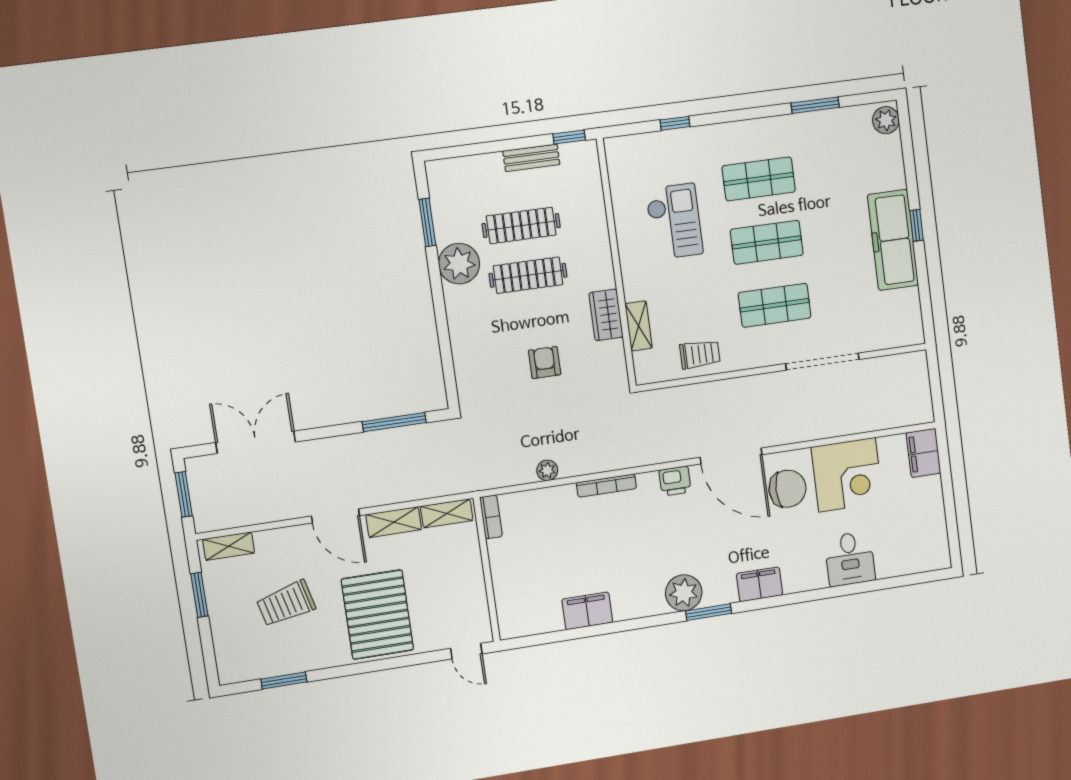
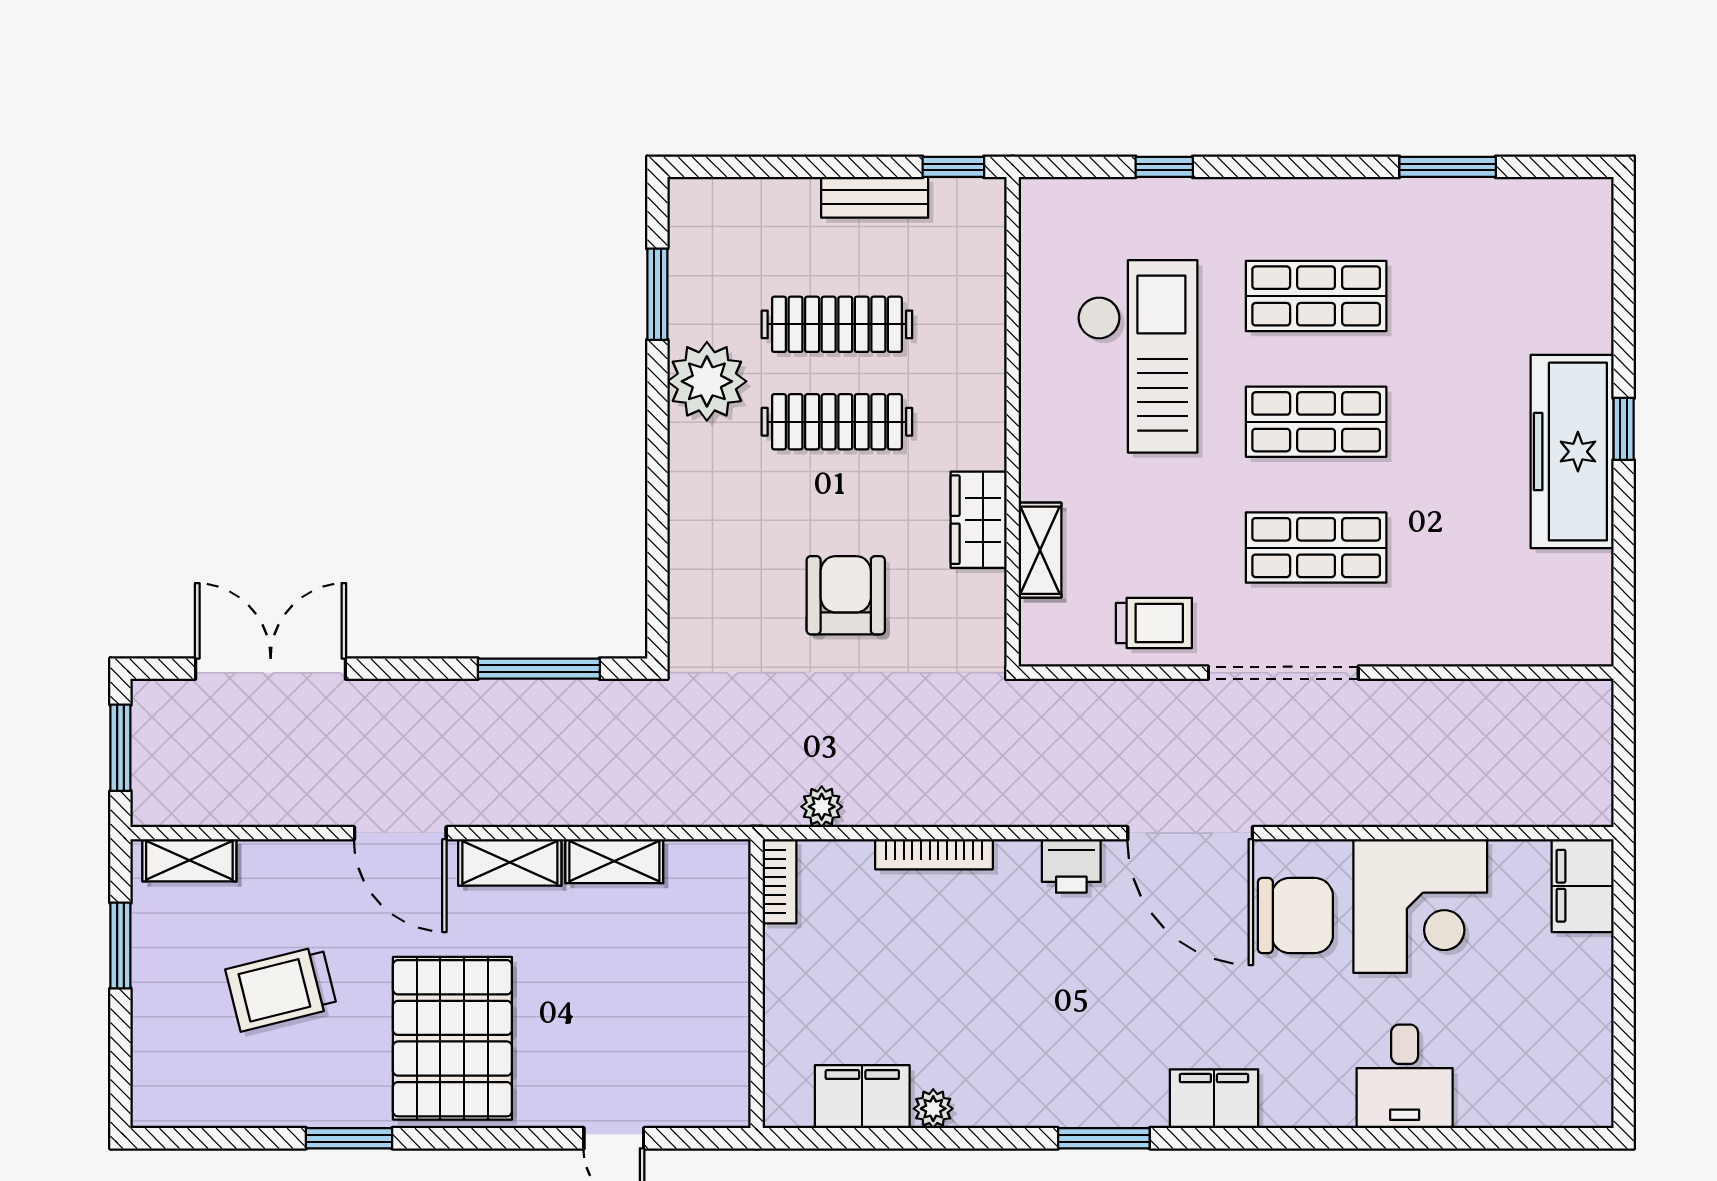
plant: (886, 120) -> (1587, 214), removed
checkout: (674, 221) -> (1137, 356), width x1.36, depth x1.21
armchair: (545, 362) -> (846, 595), width x1.38, depth x1.38
doorway: (822, 362) -> (1283, 673), moved
bookcase: (491, 517) -> (780, 881), moved
wall: (487, 570) -> (757, 984), moved
plant: (684, 593) -> (933, 1109), moved, width x0.53, depth x0.53
window: (284, 681) -> (349, 1138), moved

